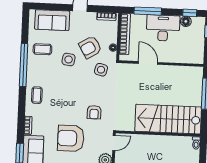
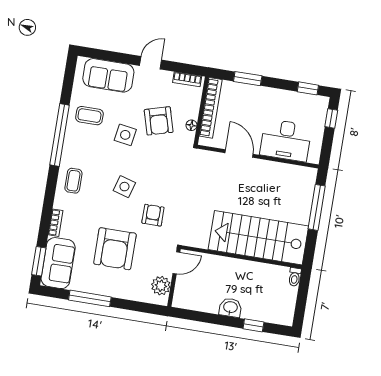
window: (148, 11) -> (248, 79), width x0.69
floor lamp: (186, 21) -> (301, 100), removed
desk: (163, 28) -> (286, 140), moved, turned 180
armchair: (90, 47) -> (159, 121), turned -75
side table: (101, 70) -> (124, 187), moved
armchair: (94, 112) -> (153, 215), turned 180
armchair: (71, 138) -> (115, 249), turned -90

